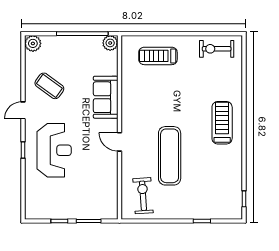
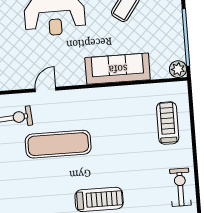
sofa: (106, 97) -> (118, 69), width x1.36
door: (120, 142) -> (45, 89), moved

